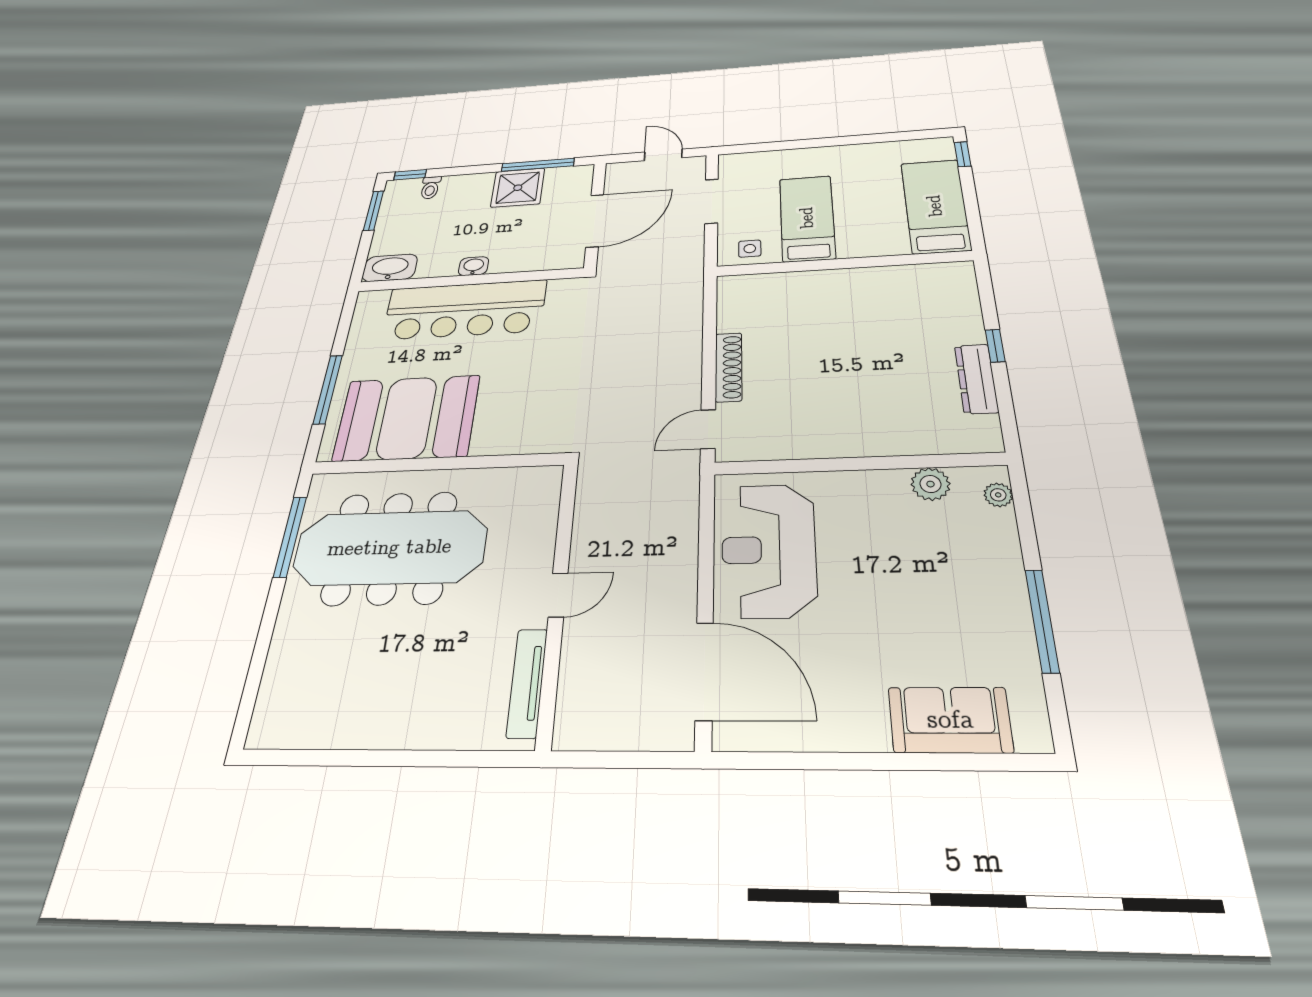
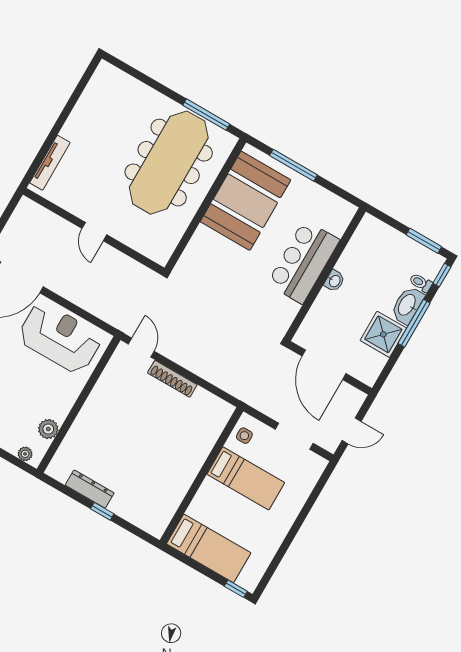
window: (538, 165) -> (414, 323), moved
washbasin: (390, 268) -> (407, 305), moved, turned 180
bar counter: (465, 310) -> (303, 262), width x0.73
tv unit: (527, 683) -> (50, 163), moved, turned 90

